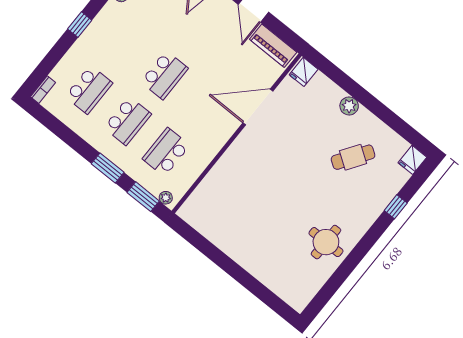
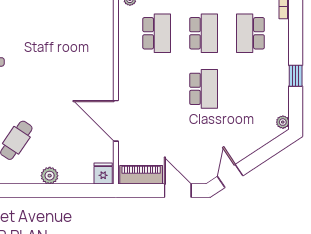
school desk: (164, 75) -> (204, 89), turned 180
door: (258, 107) -> (116, 121), swing flipped
school desk: (127, 121) -> (204, 33), turned 180

